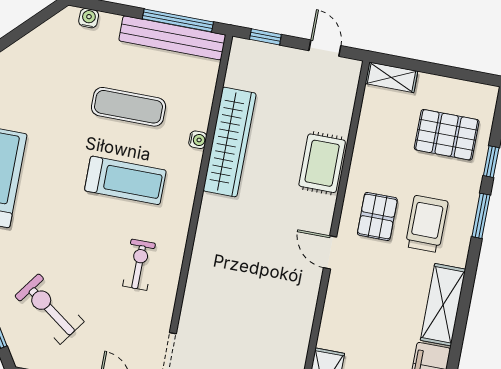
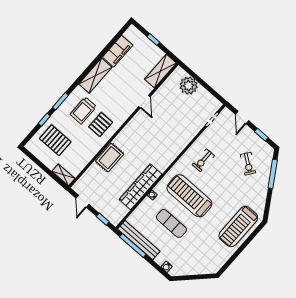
treadmill: (125, 180) -> (189, 196), width x1.37, depth x1.38
door: (330, 252) -> (144, 102), moved
exercise bike: (49, 309) -> (248, 164), width x0.73, depth x0.72

